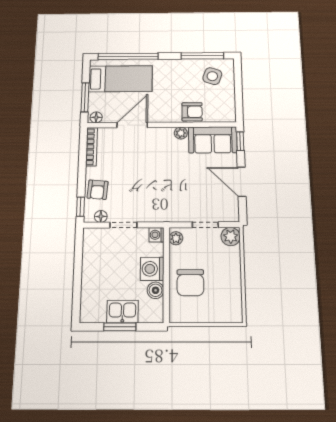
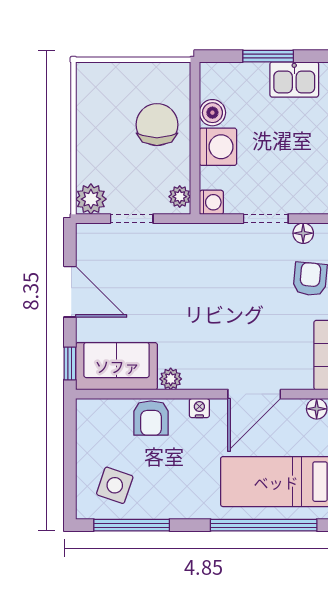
armchair: (192, 112) -> (151, 418), turned -90
nightstand: (164, 117) -> (199, 408), added
kitchen sink: (122, 312) -> (294, 79), moved

